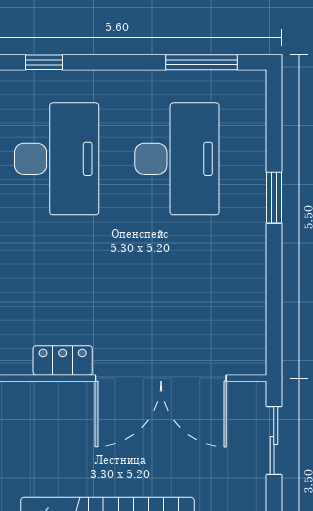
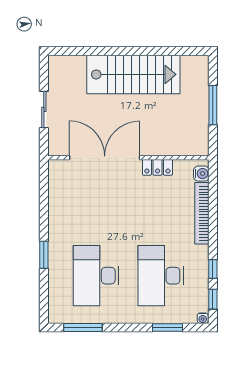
window: (44, 62) -> (168, 328), width x1.50
sliding door: (274, 441) -> (44, 109), moved

